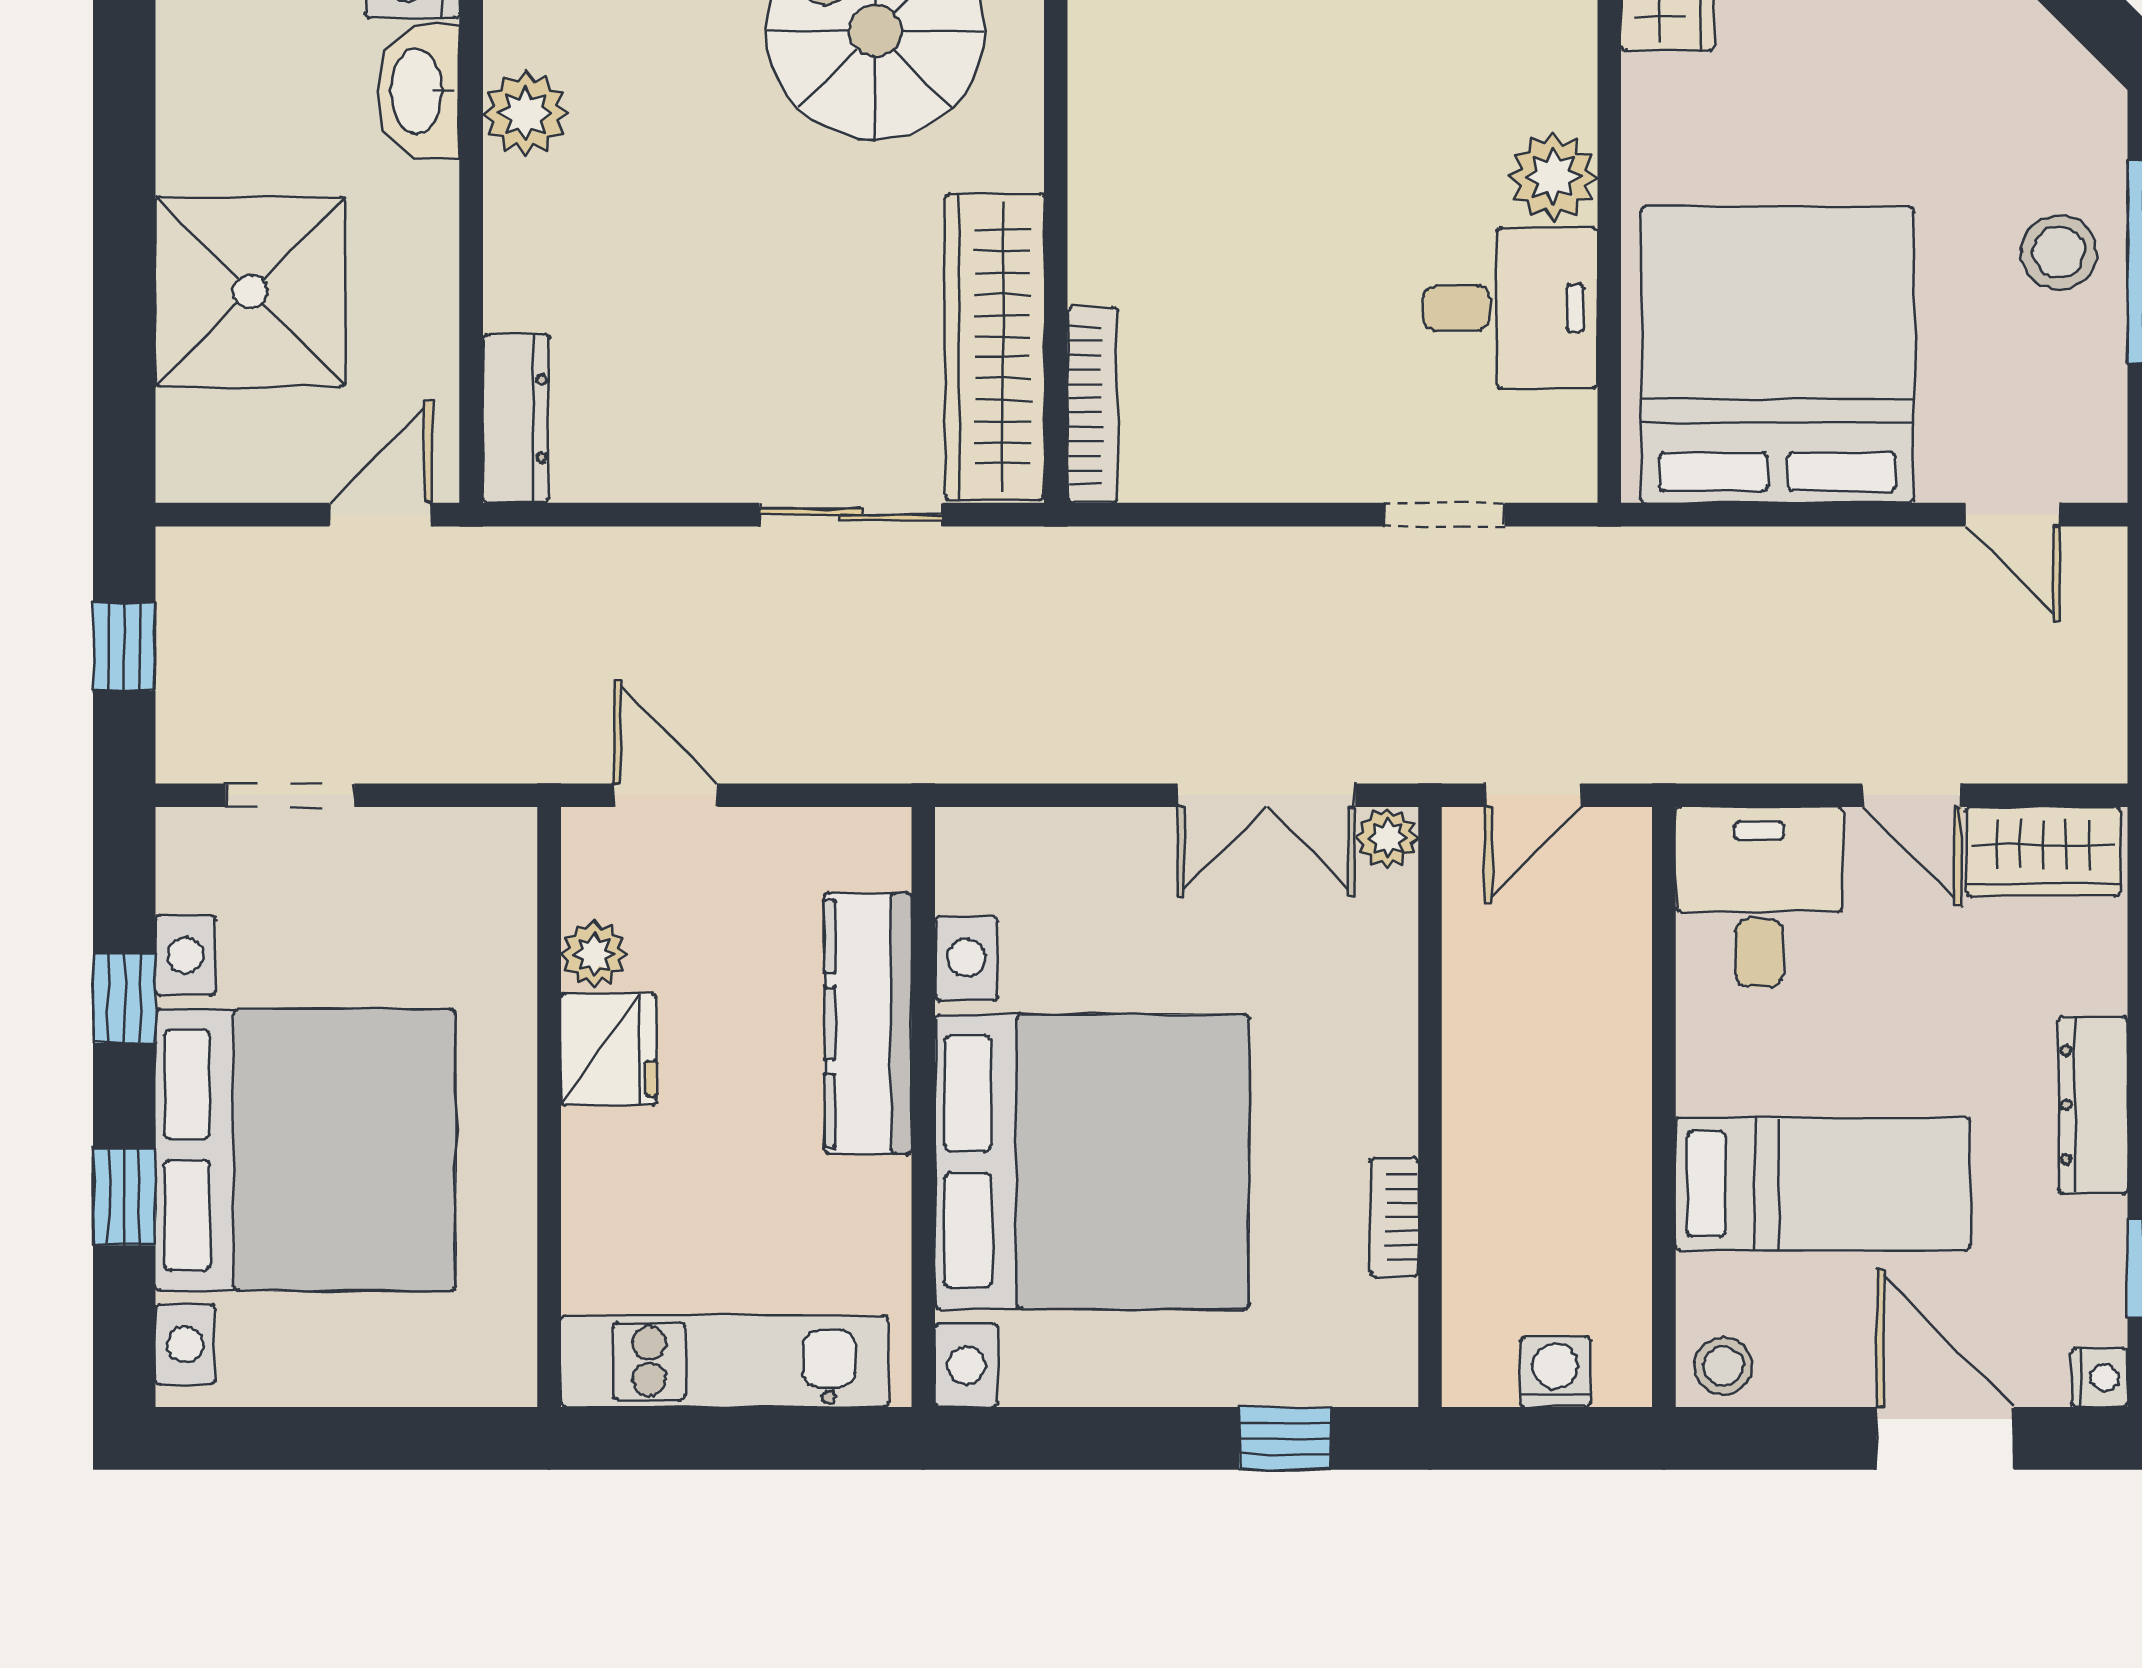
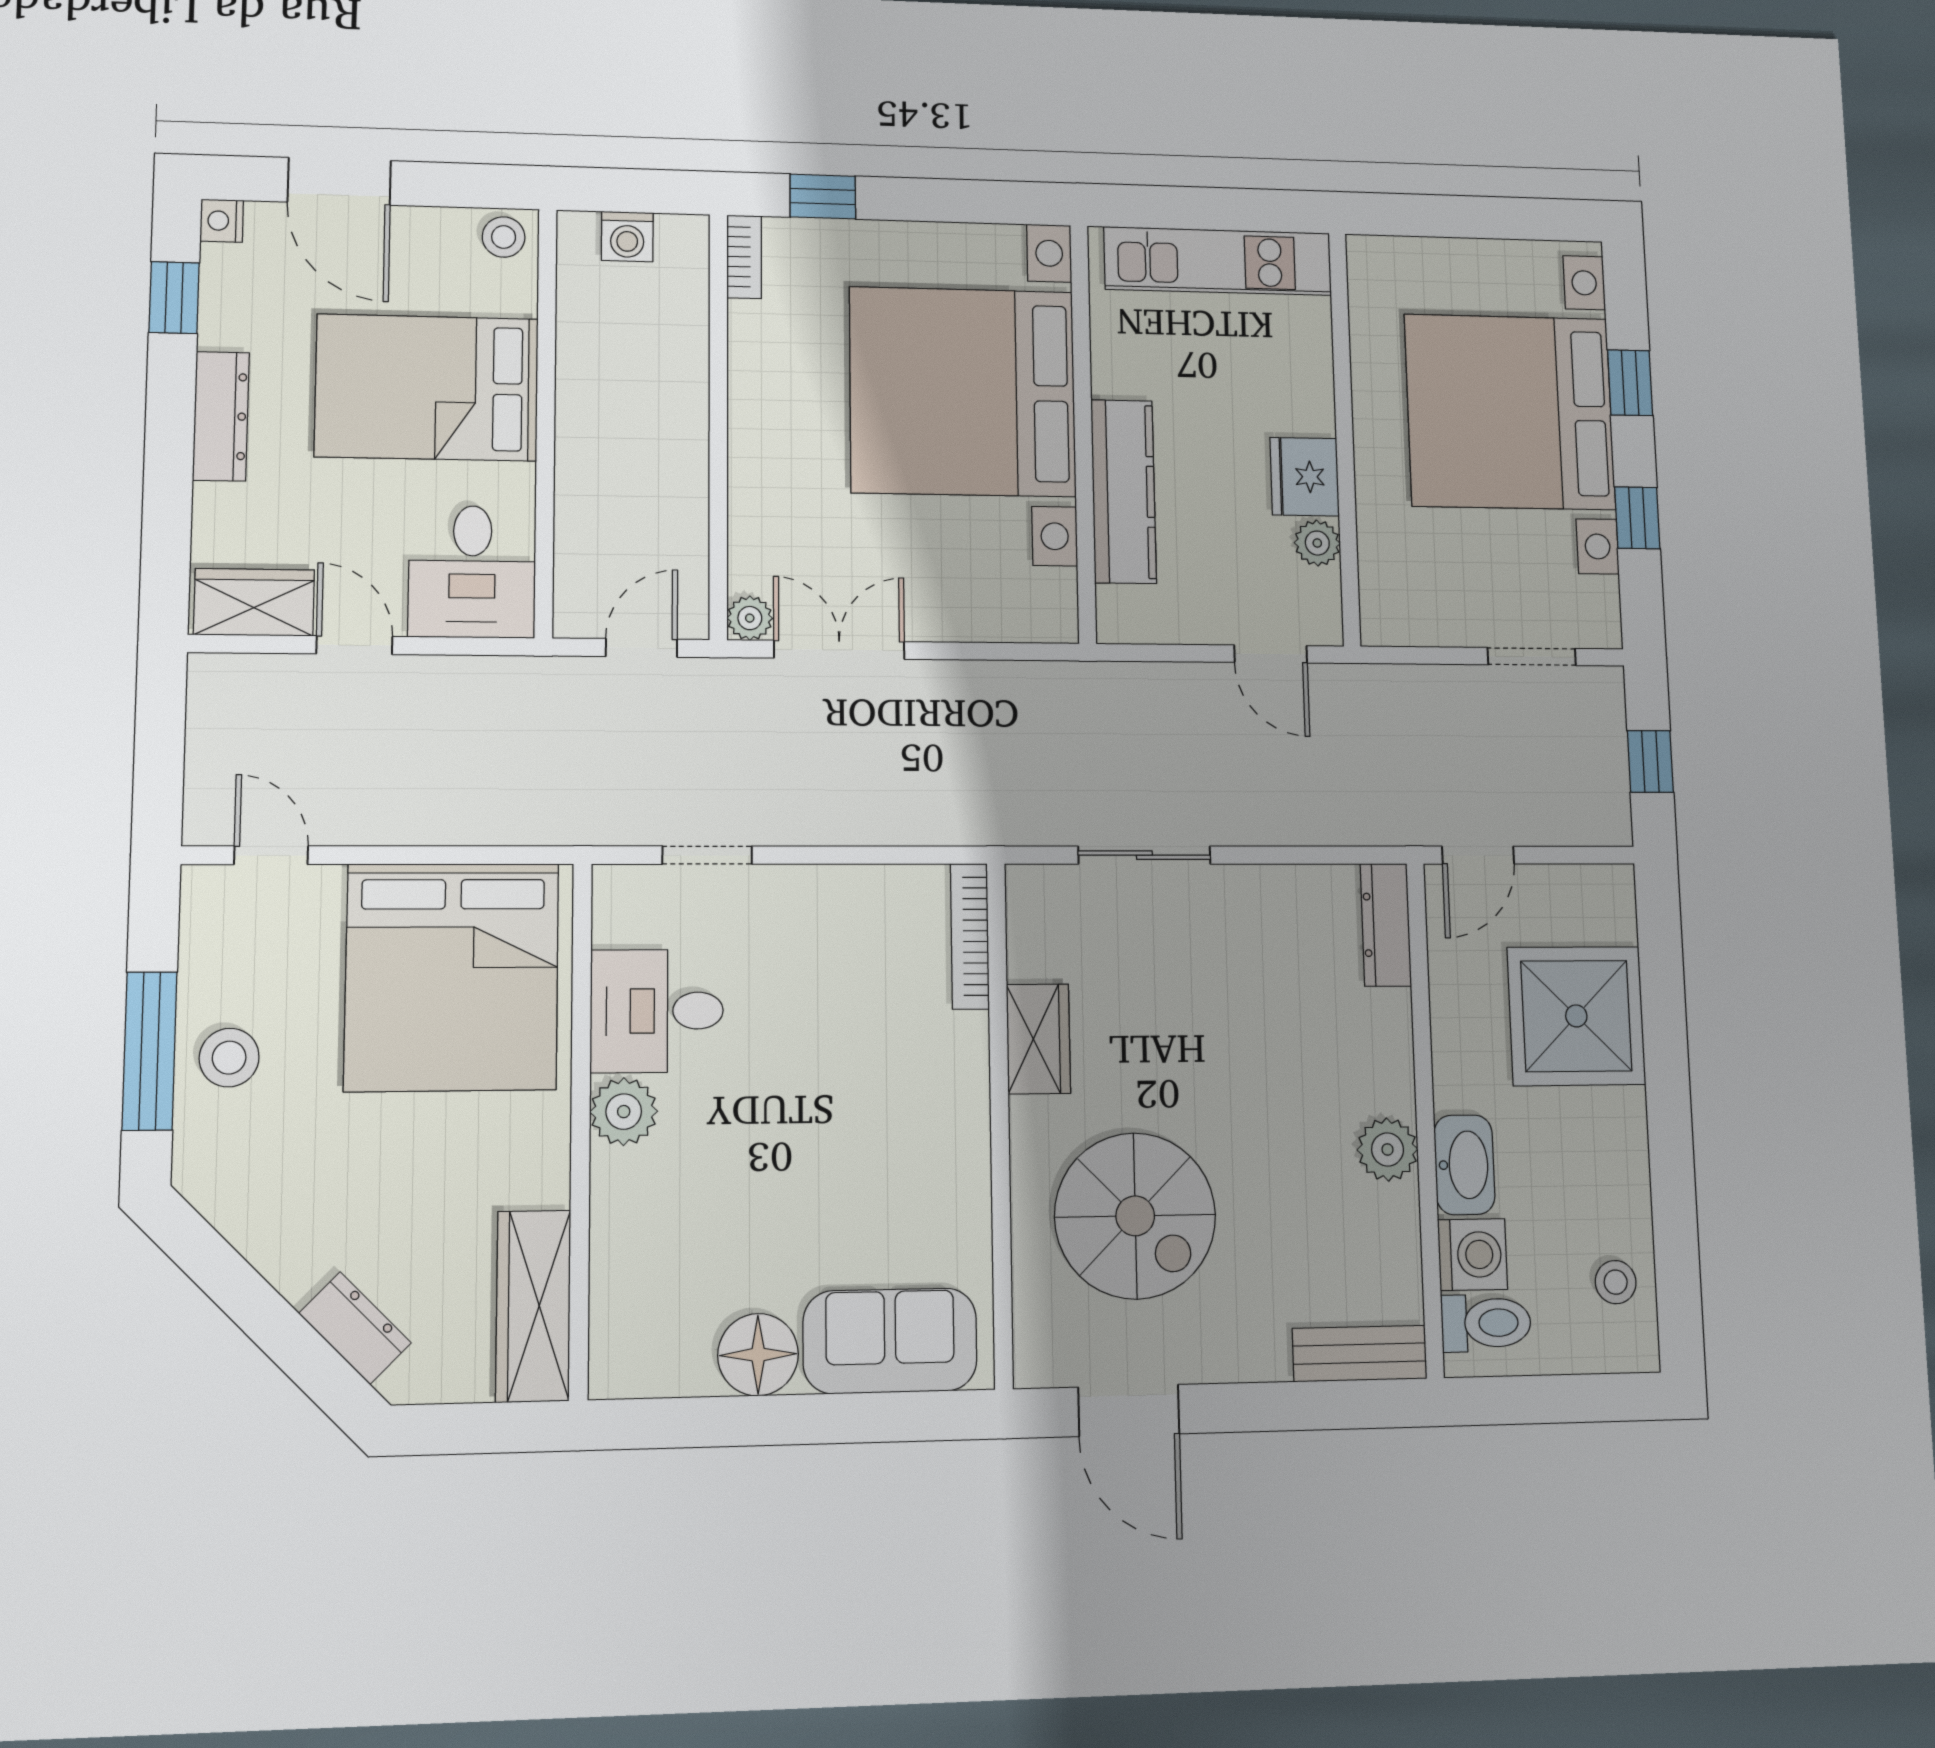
wardrobe: (994, 347) -> (1038, 1039), width x0.48, depth x0.85
bed: (1823, 1184) -> (427, 387), width x1.50
bookcase: (1394, 1217) -> (744, 257), moved

